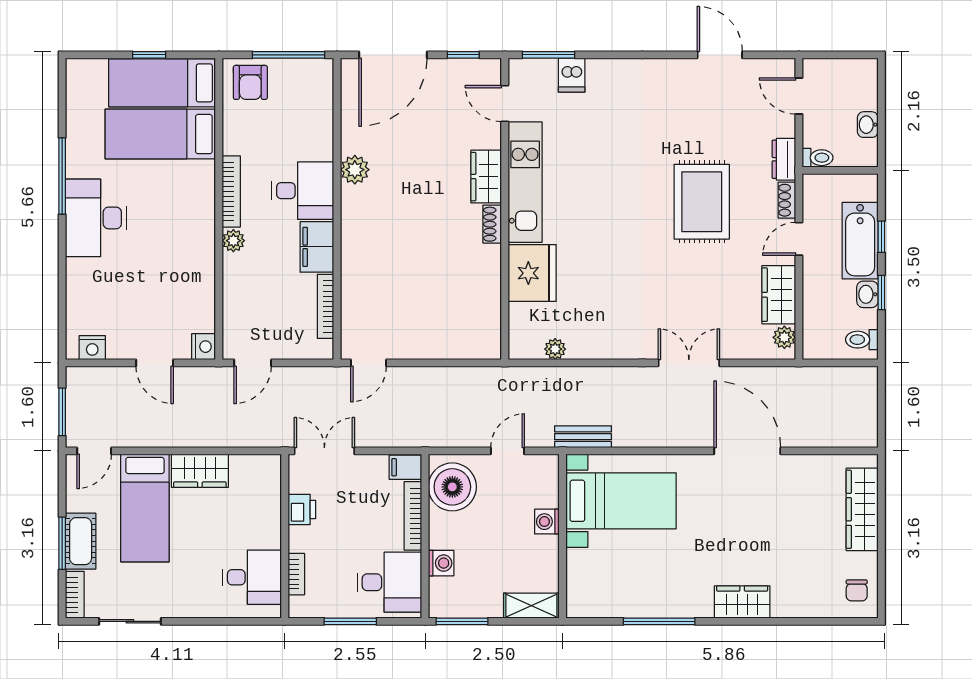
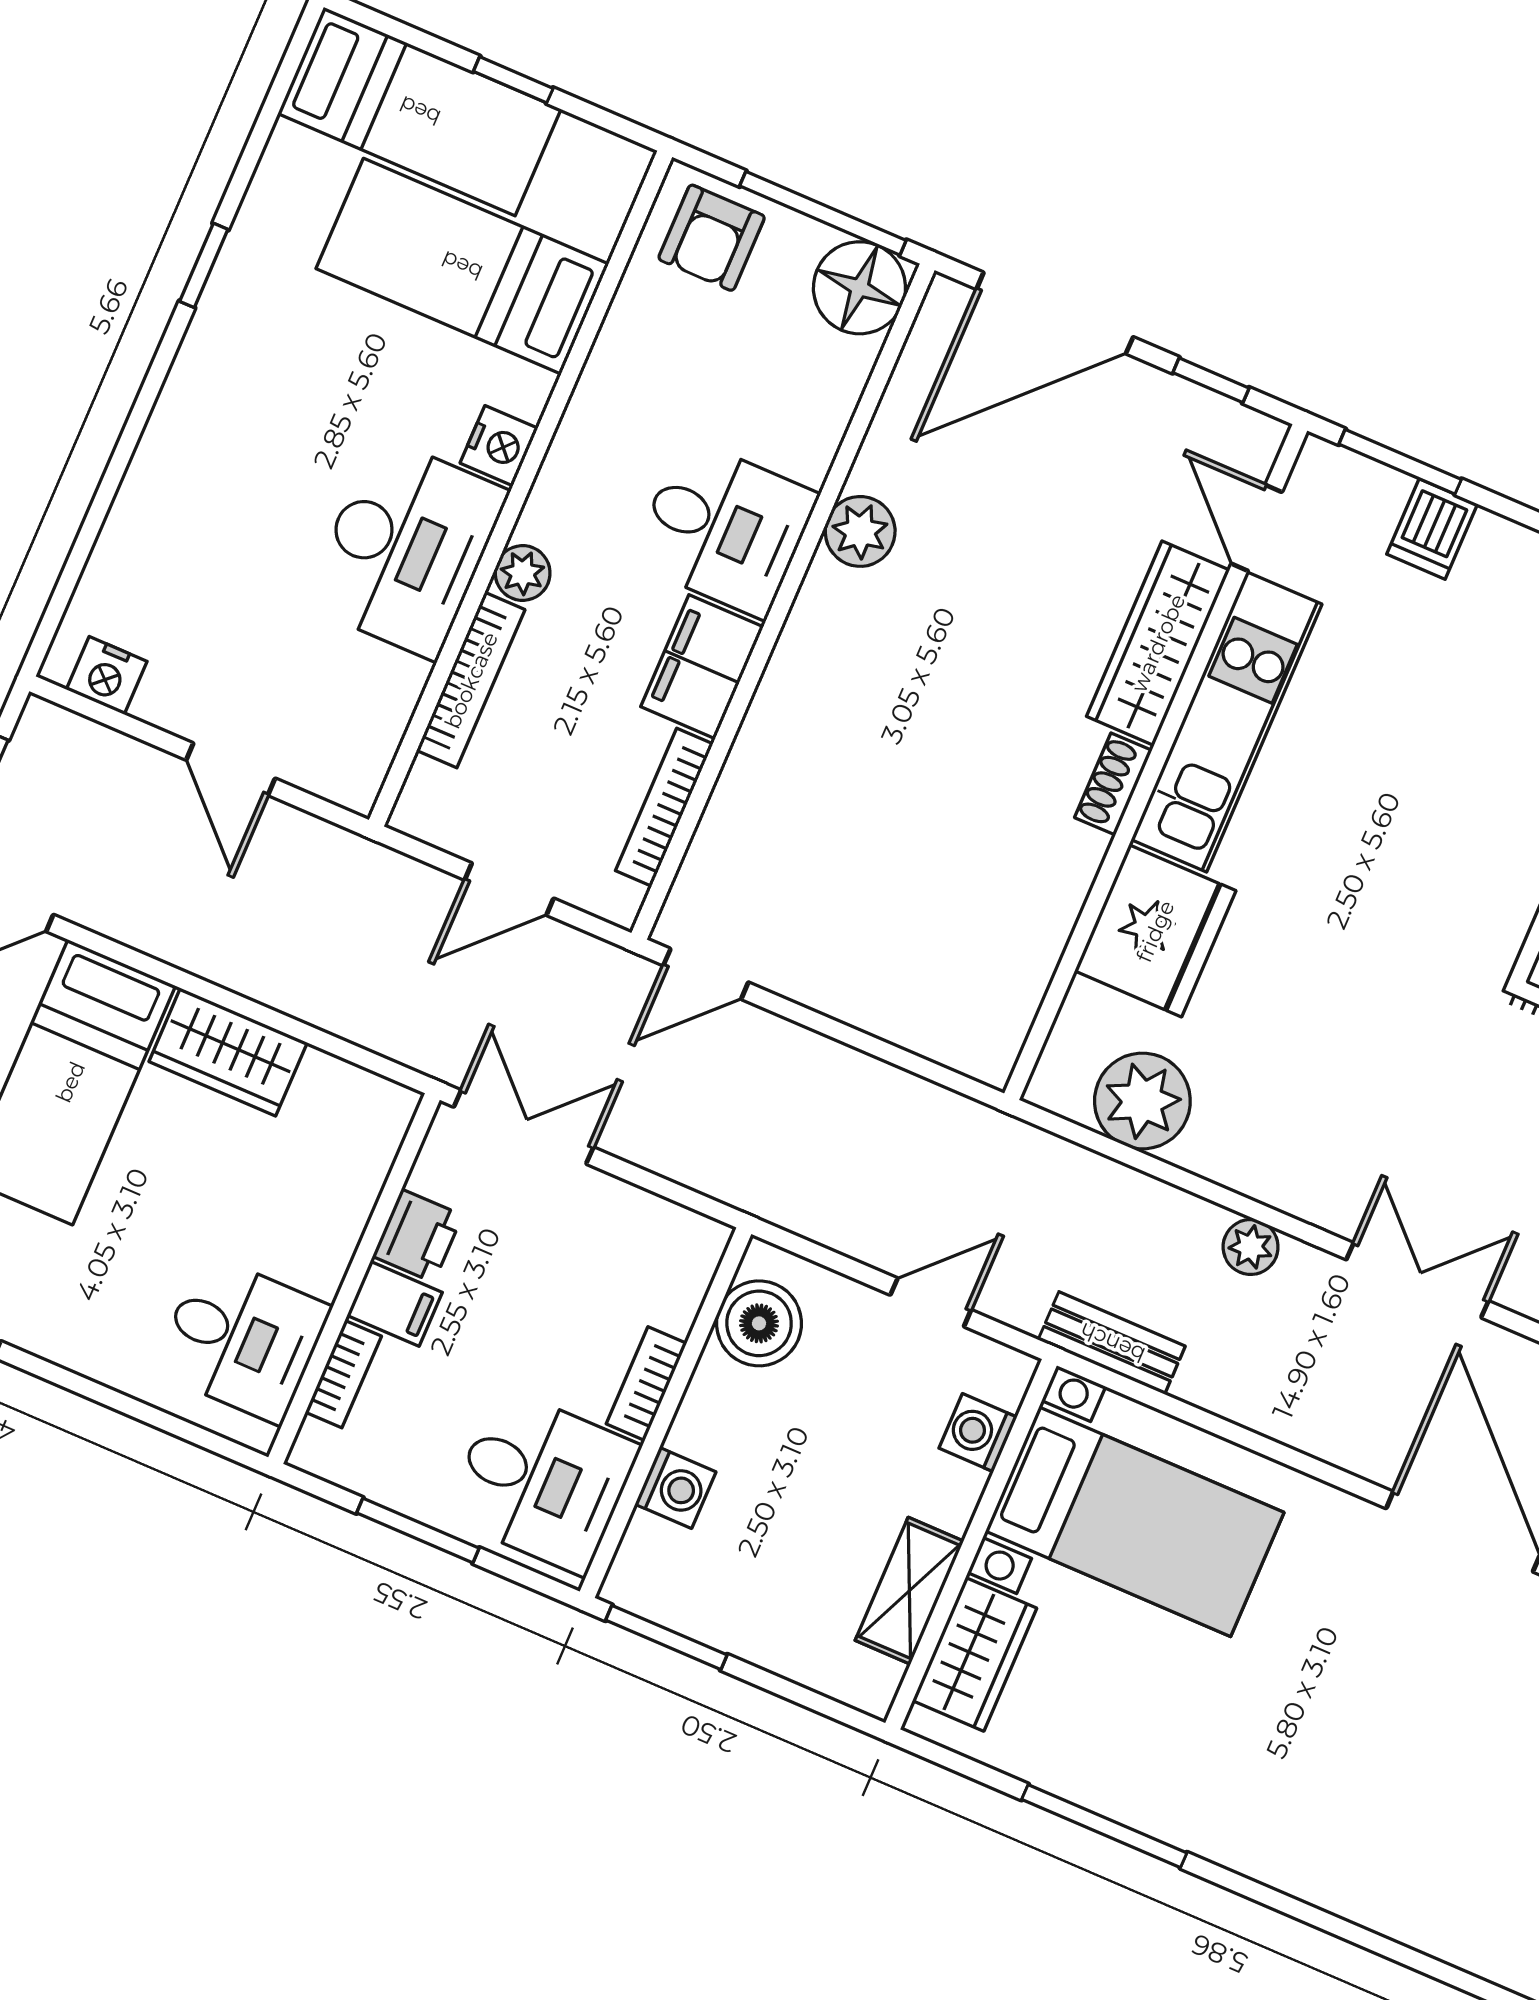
floor lamp: (315, 77) -> (859, 288), added
bed: (162, 83) -> (420, 111), moved, turned 180
window: (62, 176) -> (204, 265), width x0.46
wardrobe: (486, 177) -> (1158, 643), width x1.50
bookcase: (231, 192) -> (471, 680), moved
desk: (96, 218) -> (406, 548), moved, turned 180
nightstand: (204, 347) -> (499, 446), moved
plant: (555, 349) -> (1142, 1101), width x1.88, depth x1.88
door: (253, 363) -> (509, 889), moved
plant: (620, 378) -> (1251, 1247), added
filing cabinet: (405, 467) -> (395, 1304), moved, turned 180
boiler: (452, 487) -> (759, 1323), width x0.73, depth x0.73
bookcase: (413, 516) -> (646, 1384), width x0.64
washing machine: (547, 522) -> (978, 1433), moved
wardrobe: (742, 602) -> (975, 1654), moved, turned 90
shelving: (531, 606) -> (909, 1591), moved, turned 90

